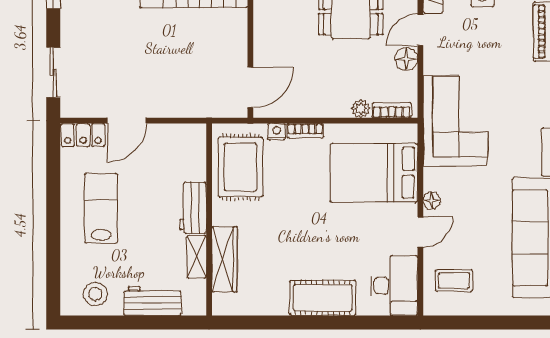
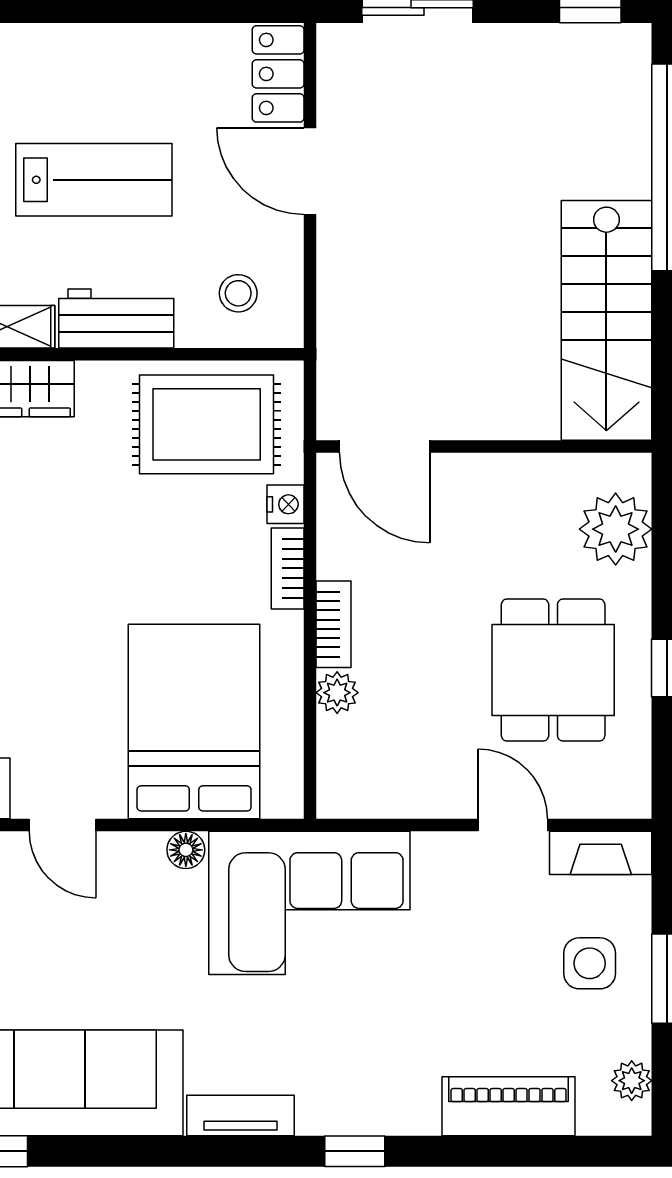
floor lamp: (406, 59) -> (448, 793), removed
bookcase: (392, 110) -> (334, 624), moved
stool: (182, 153) -> (238, 293), added
floor lamp: (432, 200) -> (186, 850), moved
lab bench: (101, 208) -> (94, 180), moved

